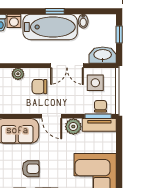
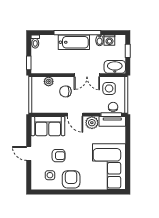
window: (55, 11) -> (77, 33), width x3.17
washing machine: (14, 21) -> (109, 40), moved
bathtub: (50, 27) -> (74, 42), width x0.73, depth x0.73

